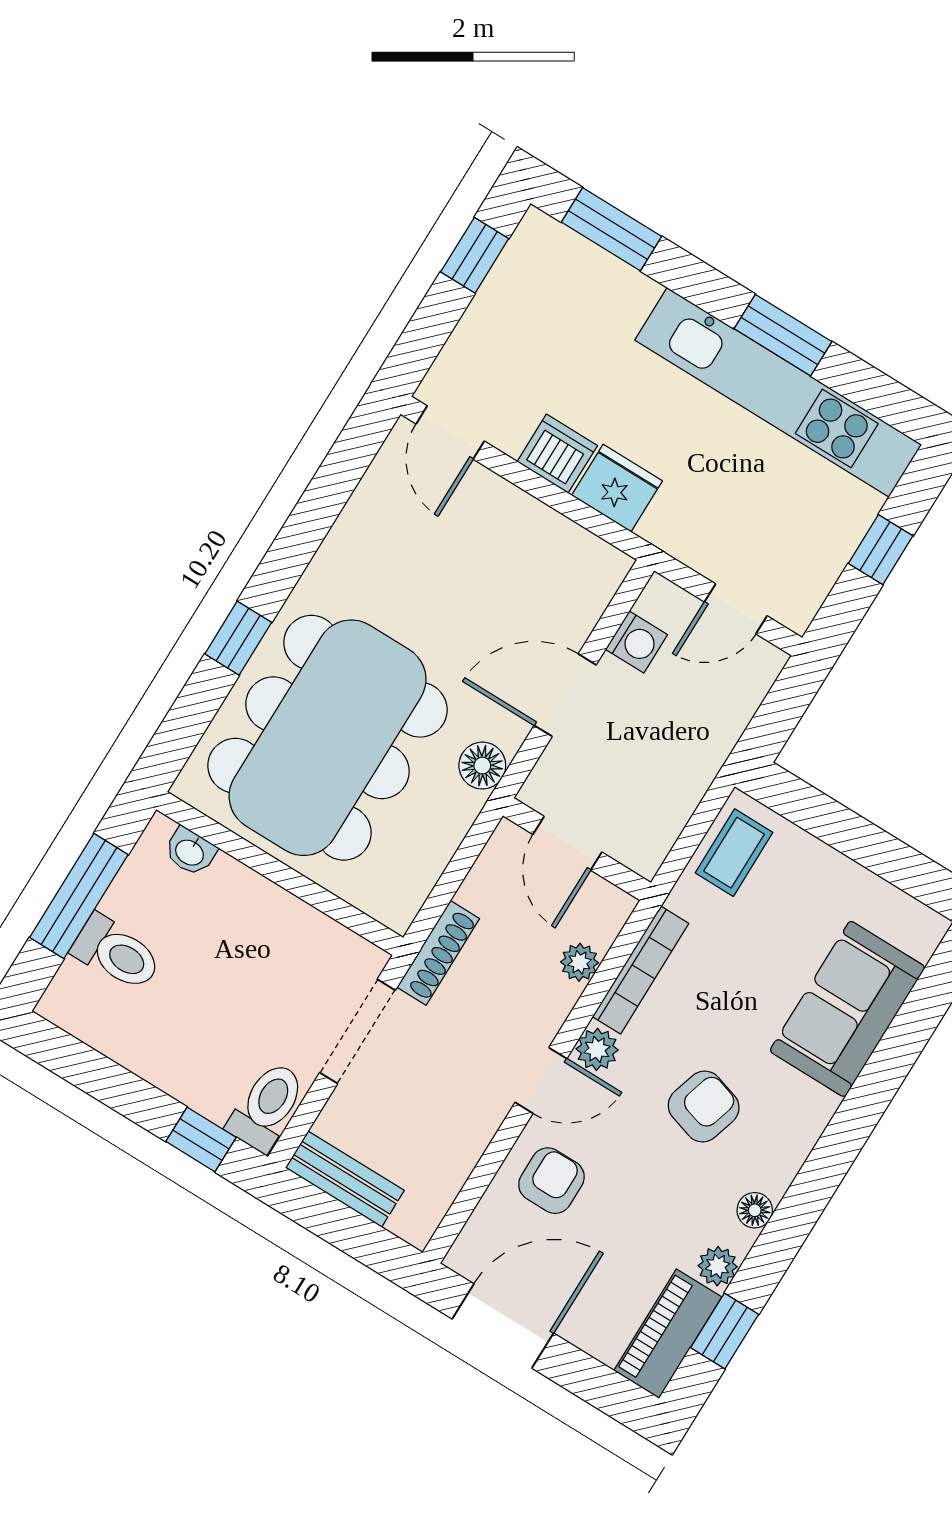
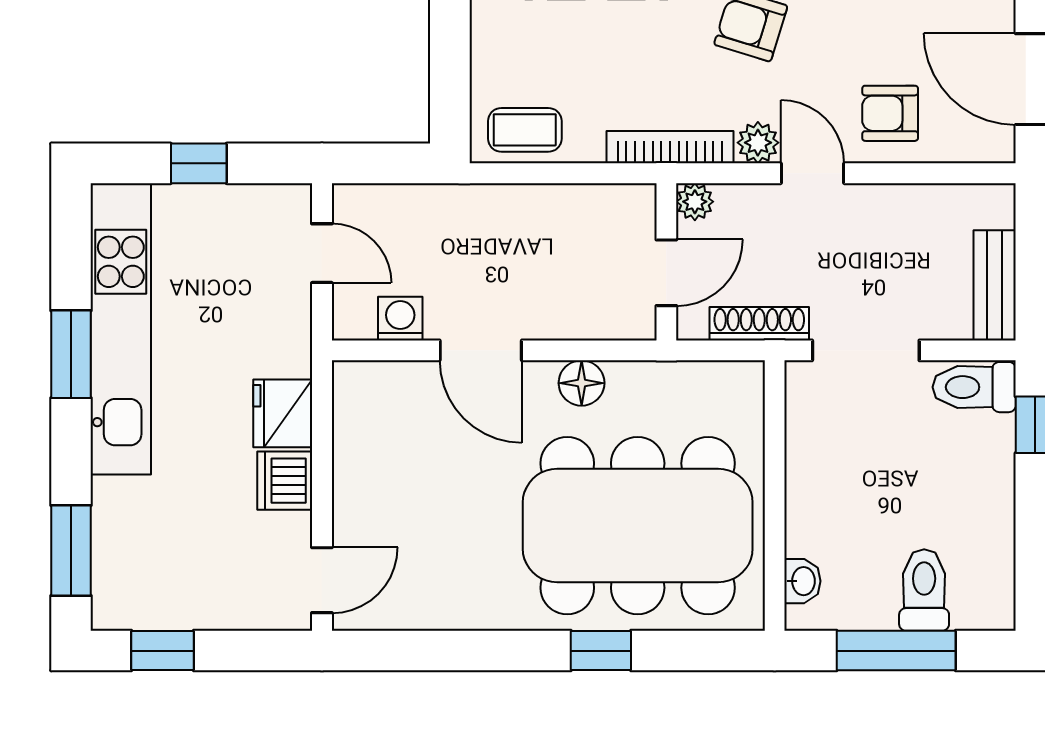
door: (567, 843) -> (666, 273), moved
wall: (577, 849) -> (666, 262), moved

